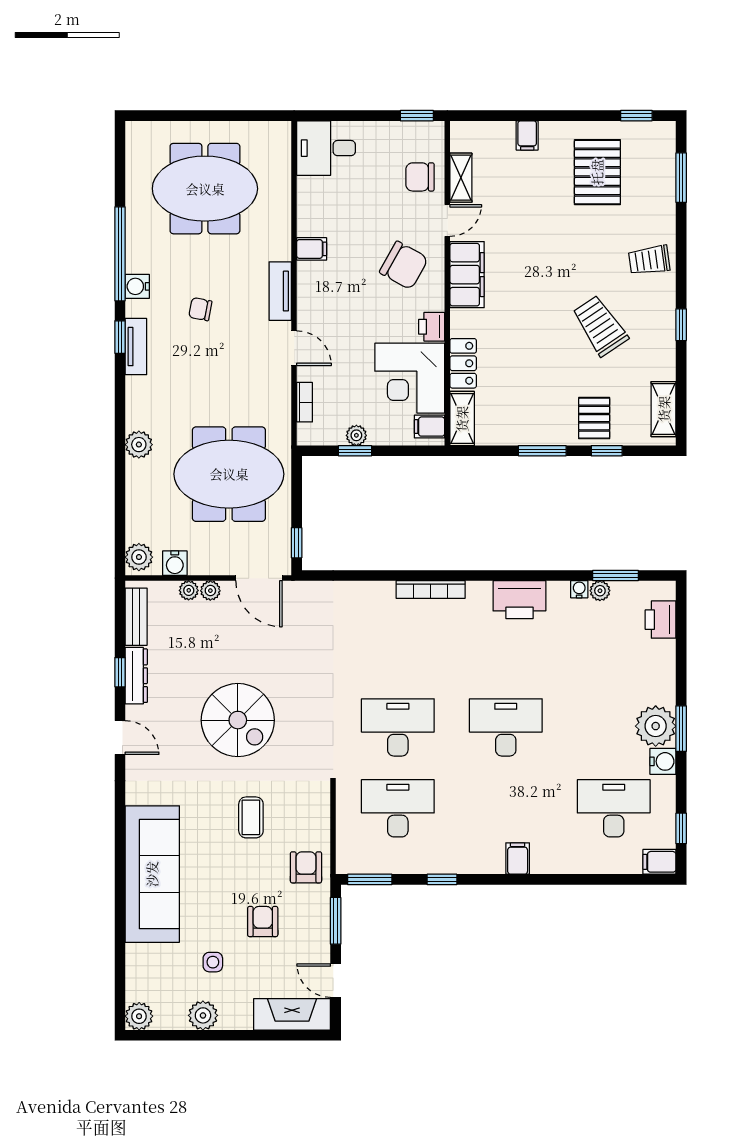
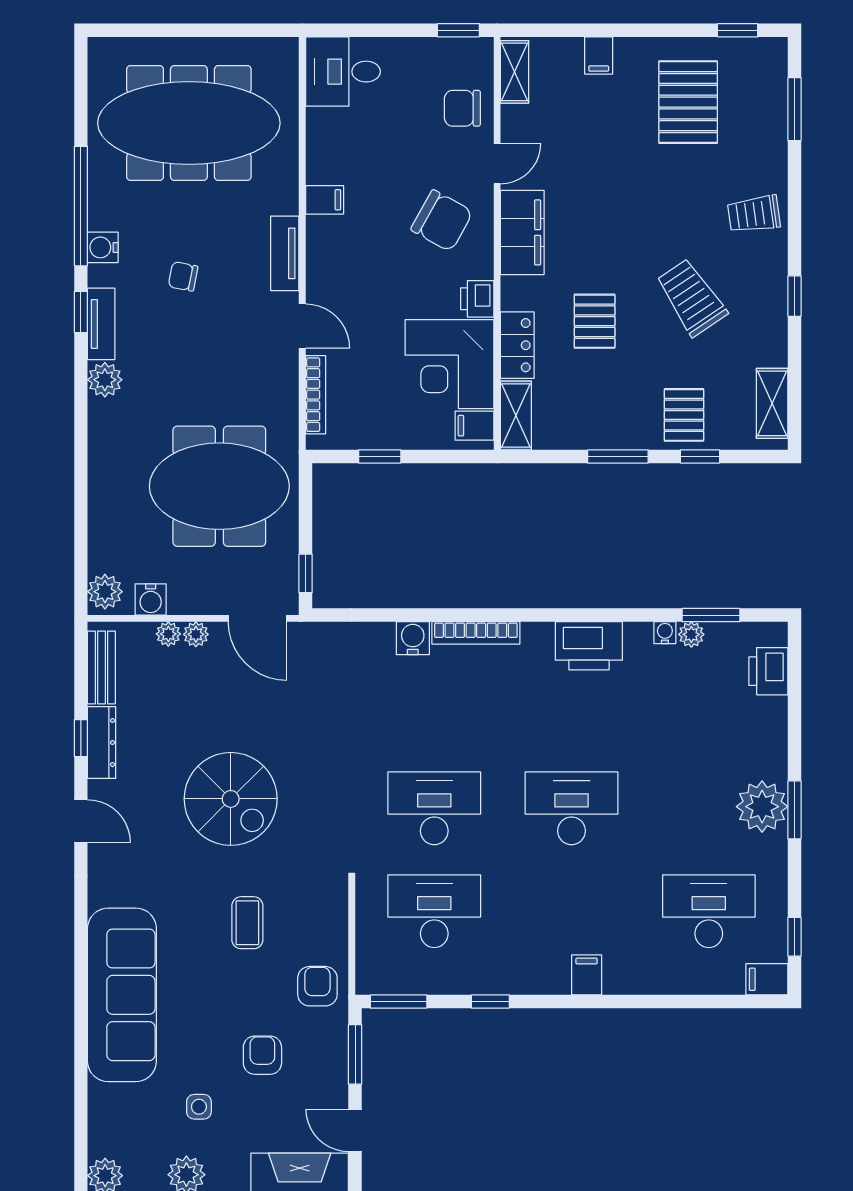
shelving: (461, 178) -> (515, 72), moved
meeting table: (205, 189) -> (189, 123), width x1.36
pallet: (524, 344) -> (595, 321), added
bookcase: (305, 402) -> (316, 395), width x1.56
plant: (356, 435) -> (381, 437), removed
plant: (139, 445) -> (105, 380), moved
water cooler: (663, 761) -> (413, 638), moved, turned -90

